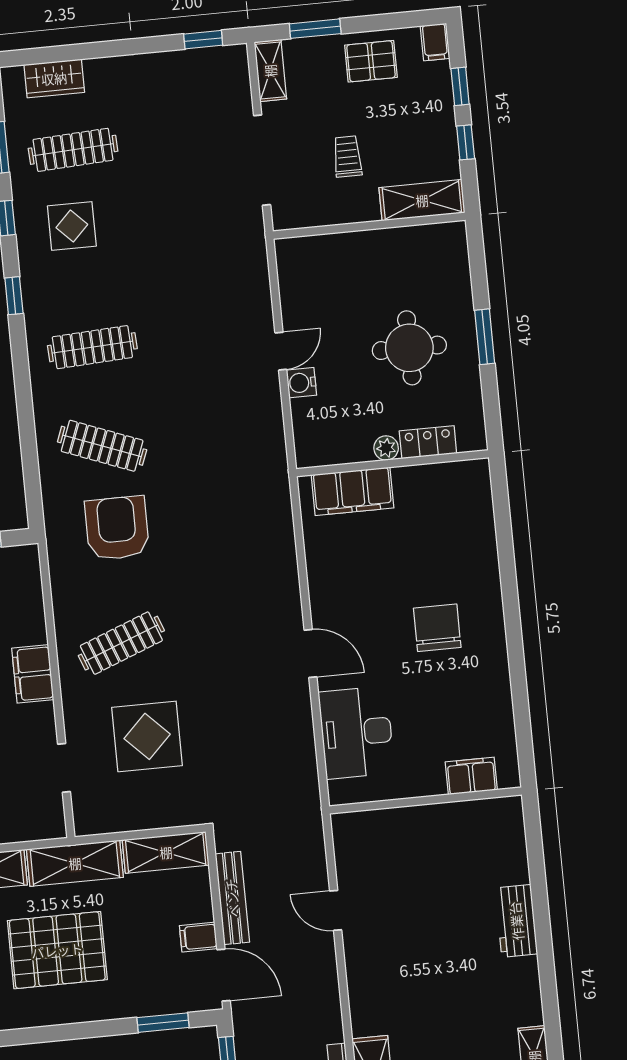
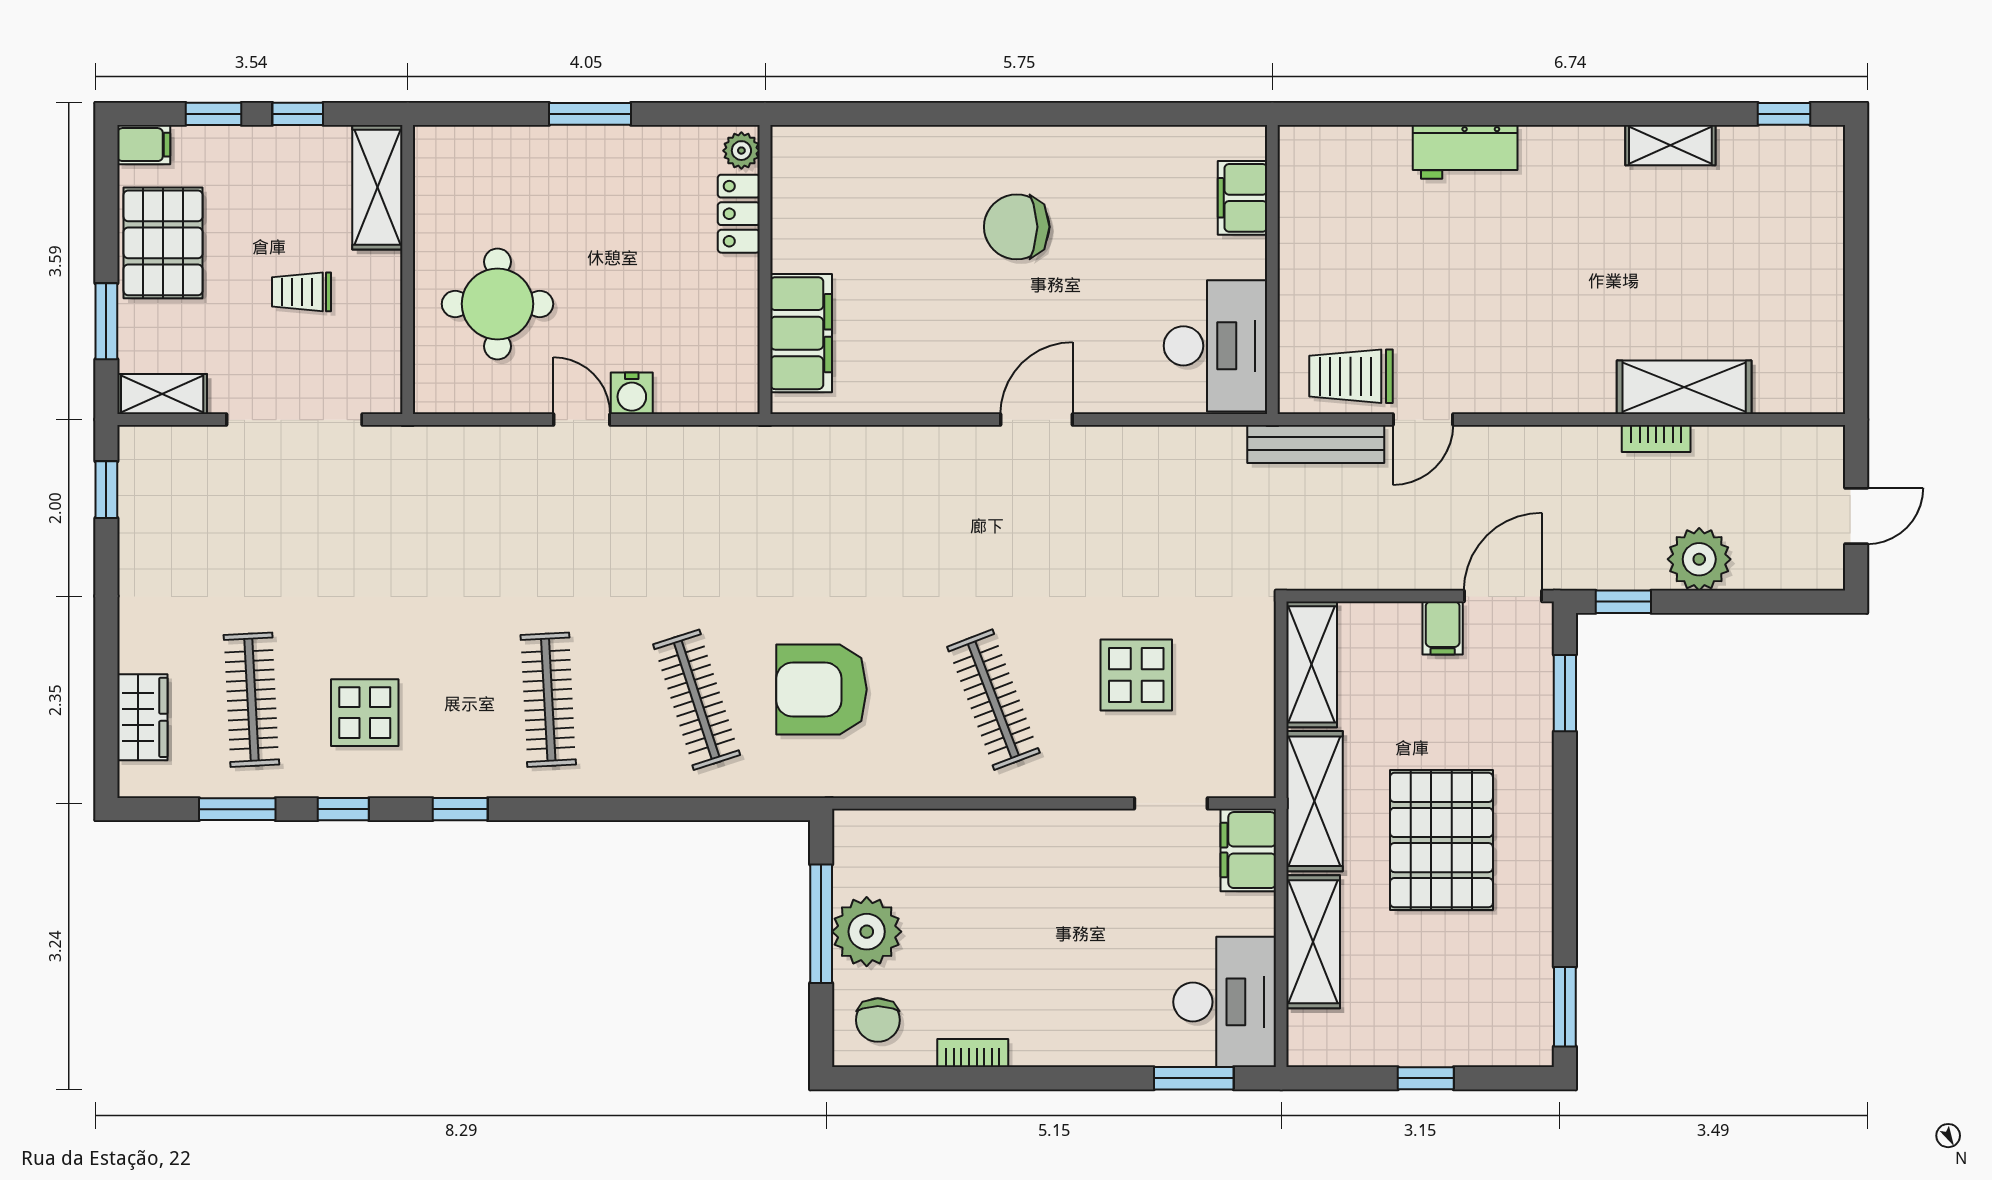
pallet: (371, 61) -> (163, 243), width x1.50, depth x1.42
round table: (409, 348) -> (497, 304), moved
clothes rail: (102, 446) -> (697, 700), turned -39
plant: (386, 448) -> (741, 151), moved
filing cabinet: (33, 674) -> (1248, 850), moved, turned 90
desk: (356, 733) -> (1215, 346), moved, turned -90
display table: (147, 736) -> (1136, 675), width x0.73, depth x0.73
trolley: (360, 860) -> (1351, 376), added
bench: (232, 898) -> (1316, 444), moved

